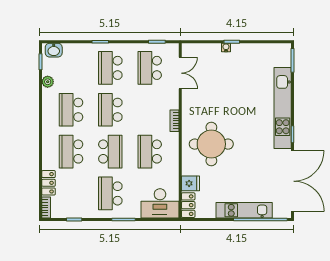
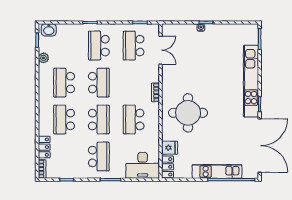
school desk: (110, 110) -> (99, 83), turned 180
school desk: (110, 193) -> (99, 156), turned 180

